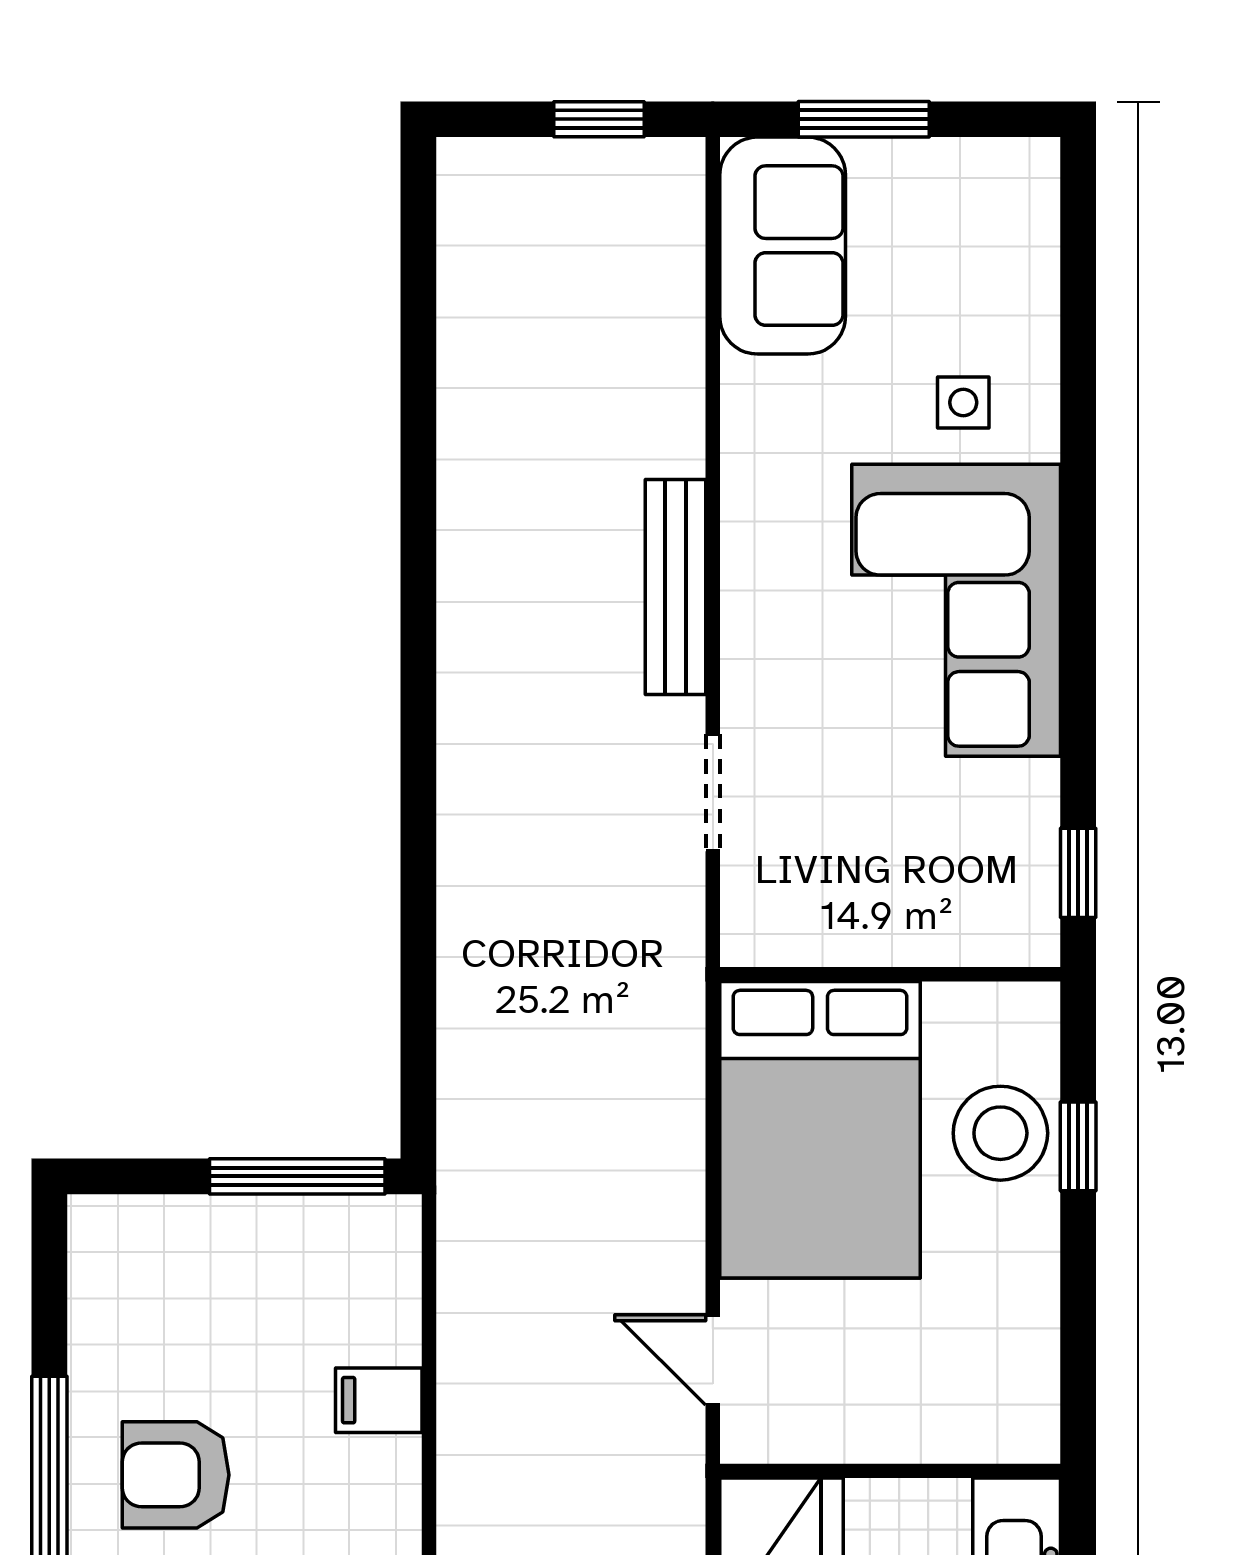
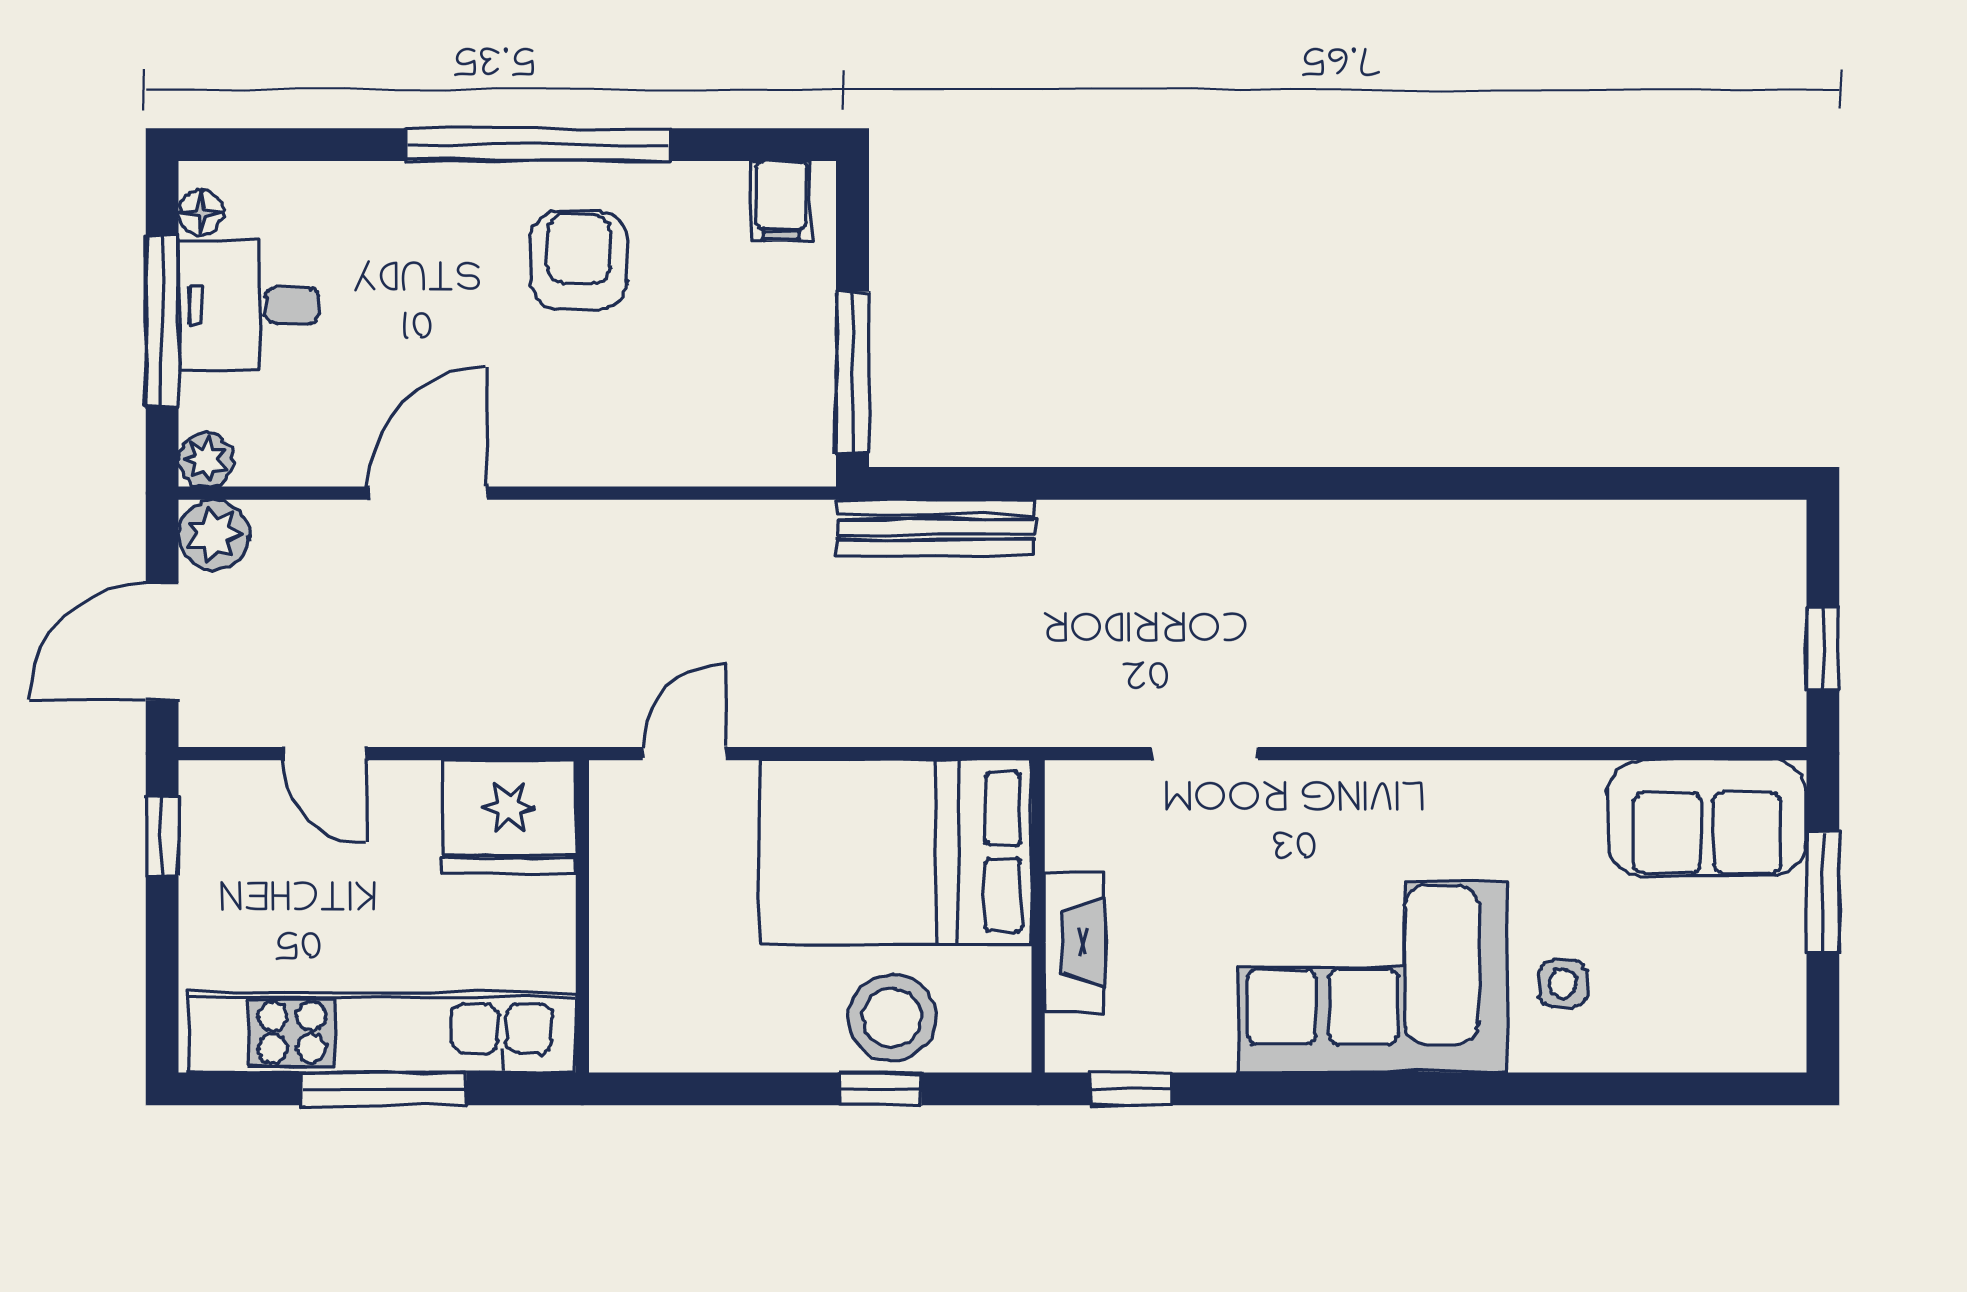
bench: (676, 587) -> (936, 527), moved
fireplace: (918, 935) -> (1074, 942), added
filing cabinet: (379, 1400) -> (781, 200), moved, turned 180

